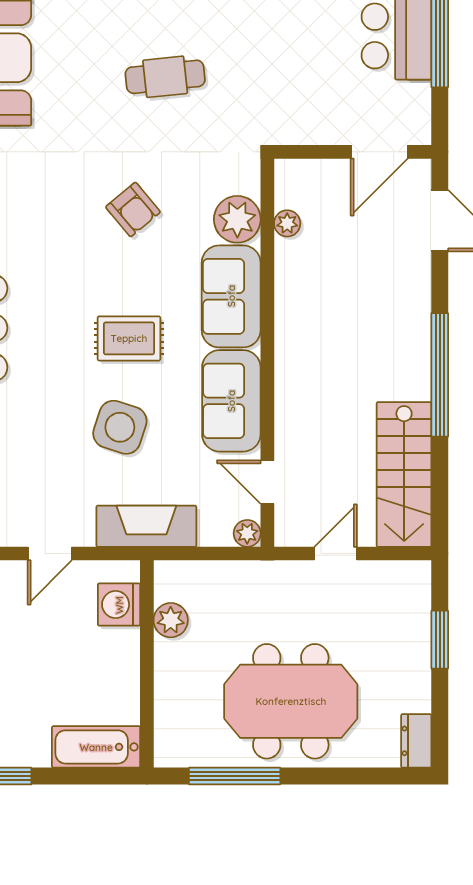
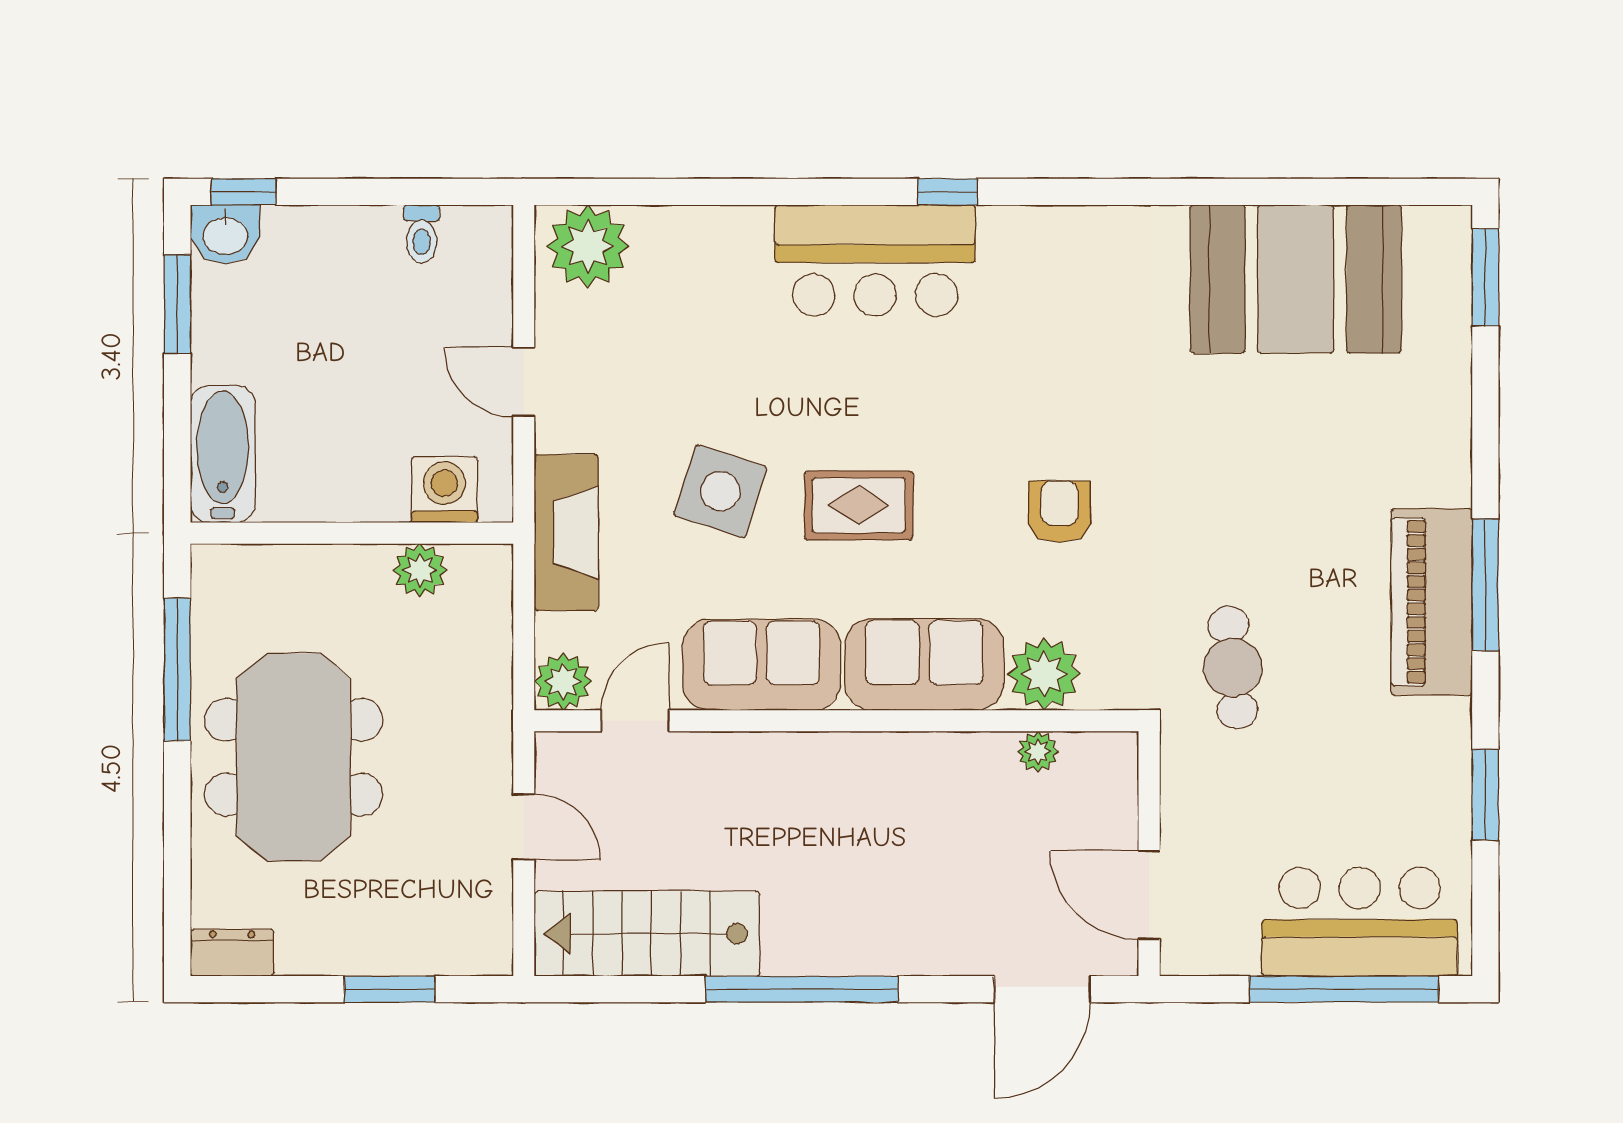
cafe table: (165, 77) -> (1233, 668), moved
armchair: (133, 209) -> (1060, 512), turned 130
rug: (129, 338) -> (859, 505), turned 90
plant: (247, 533) -> (563, 682), width x1.38, depth x1.38

